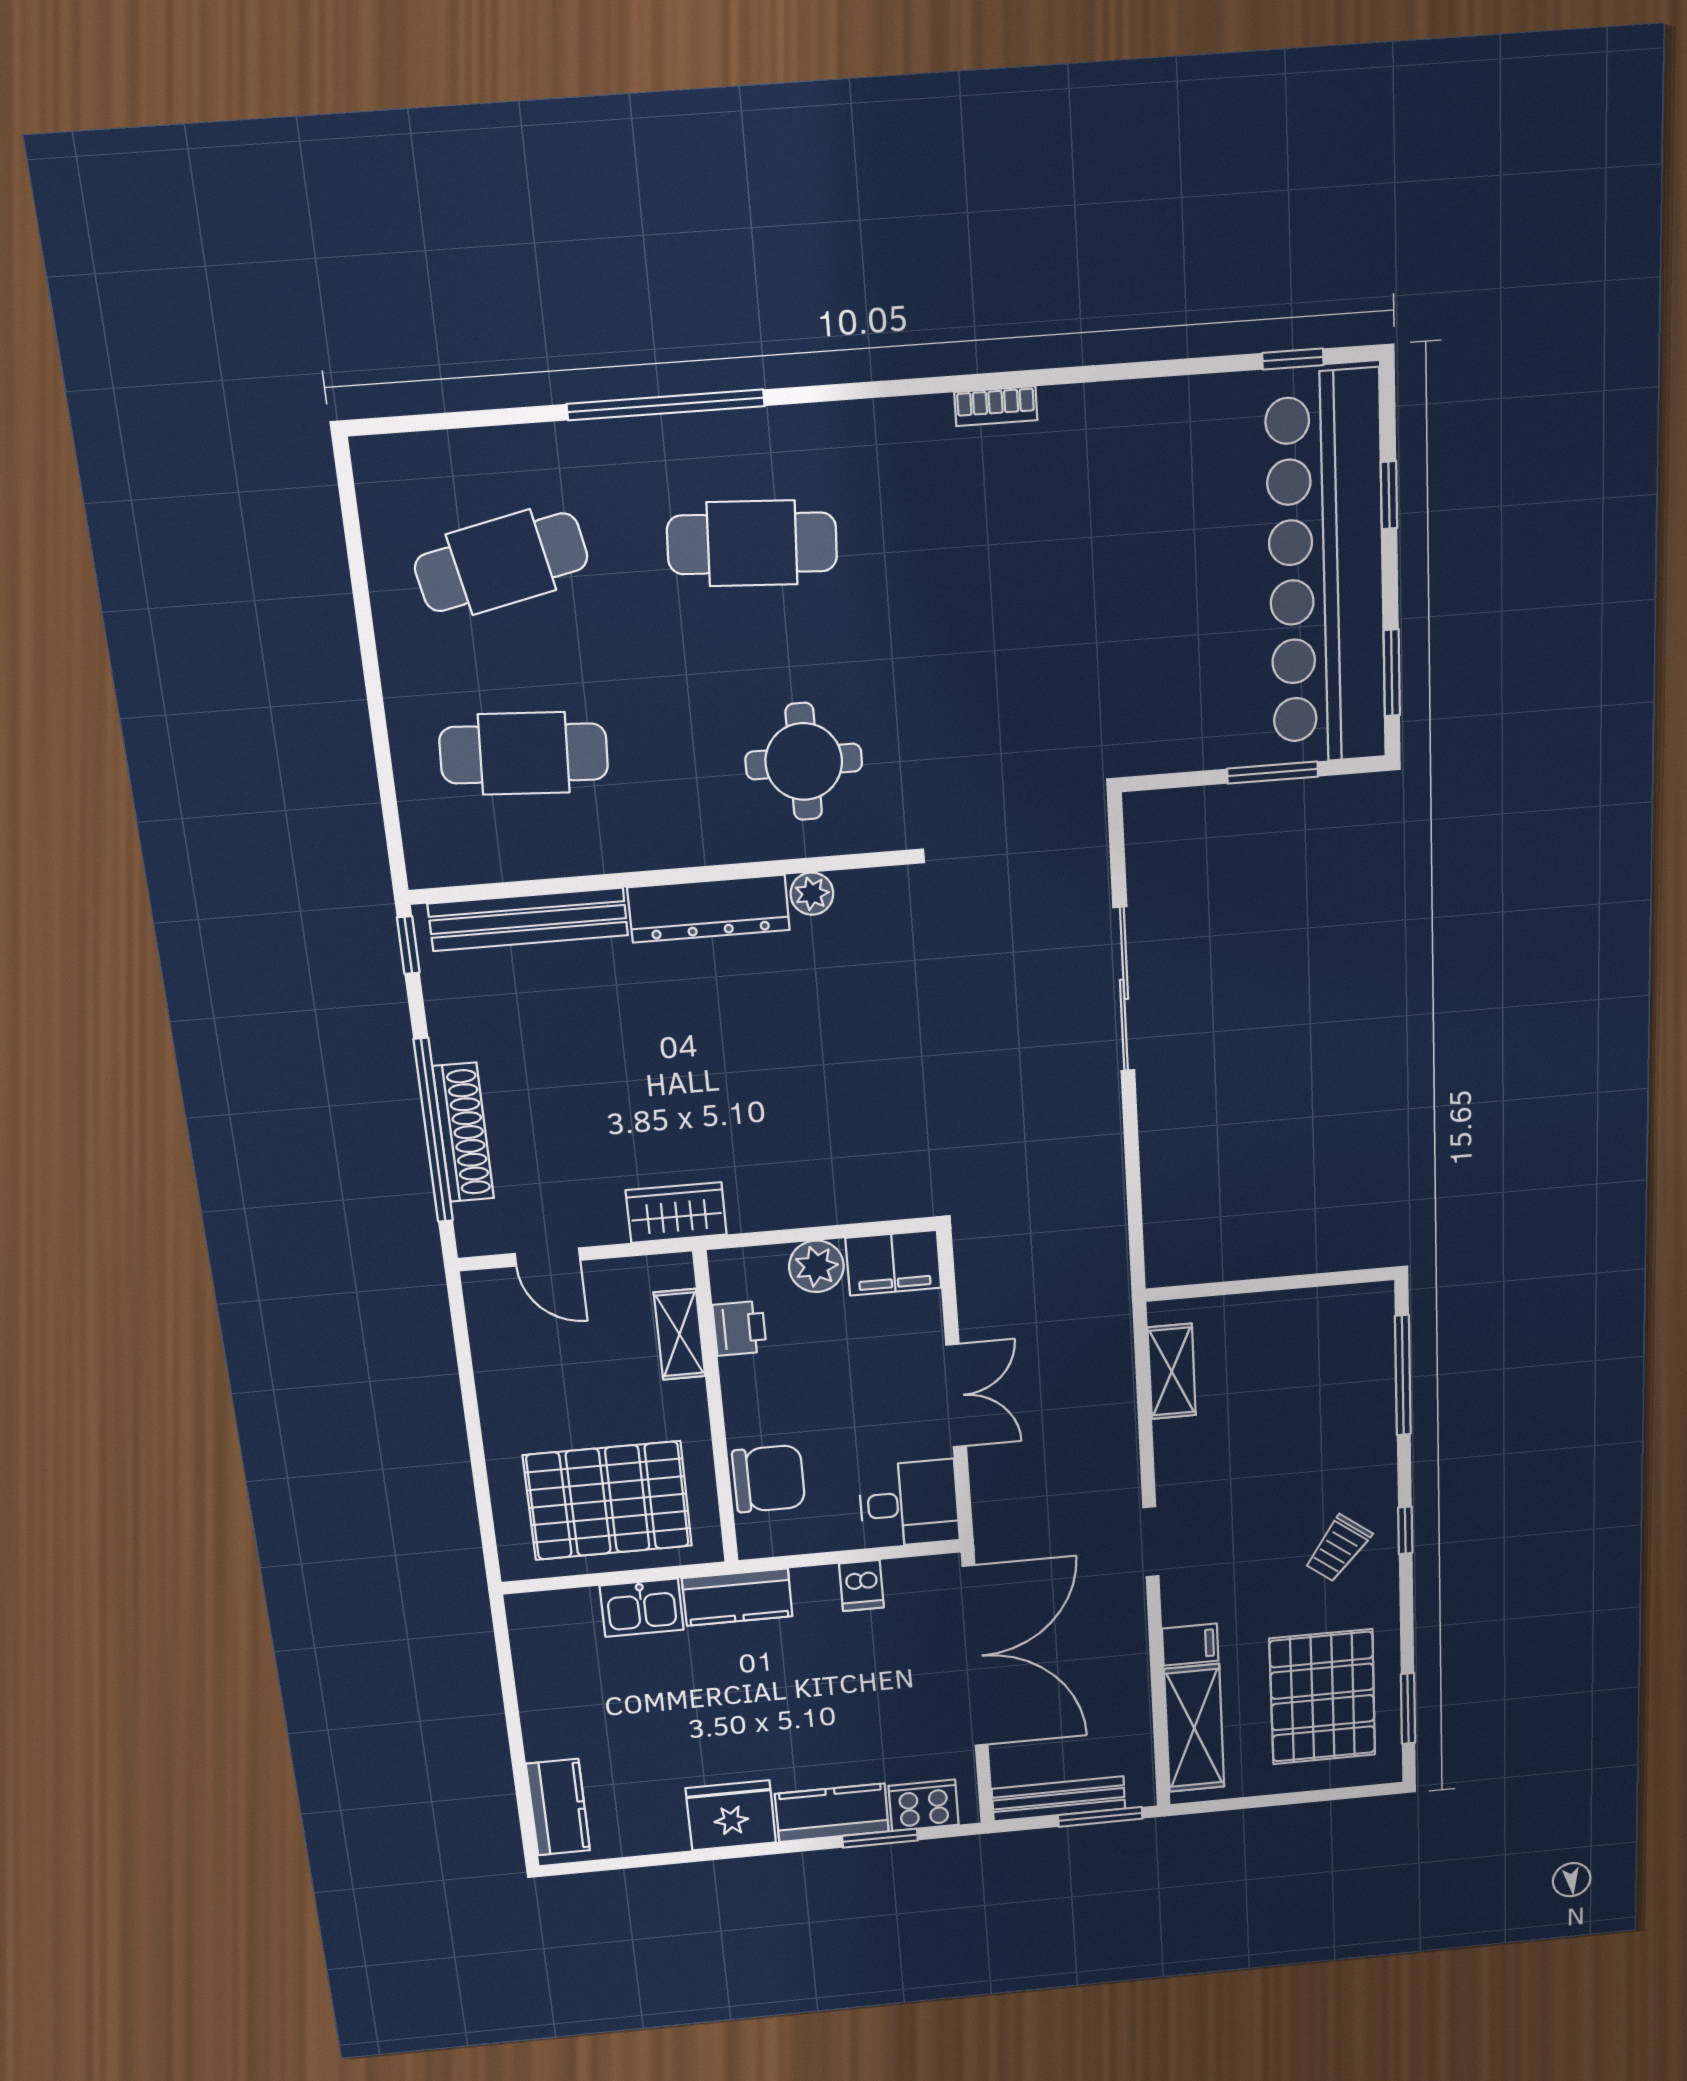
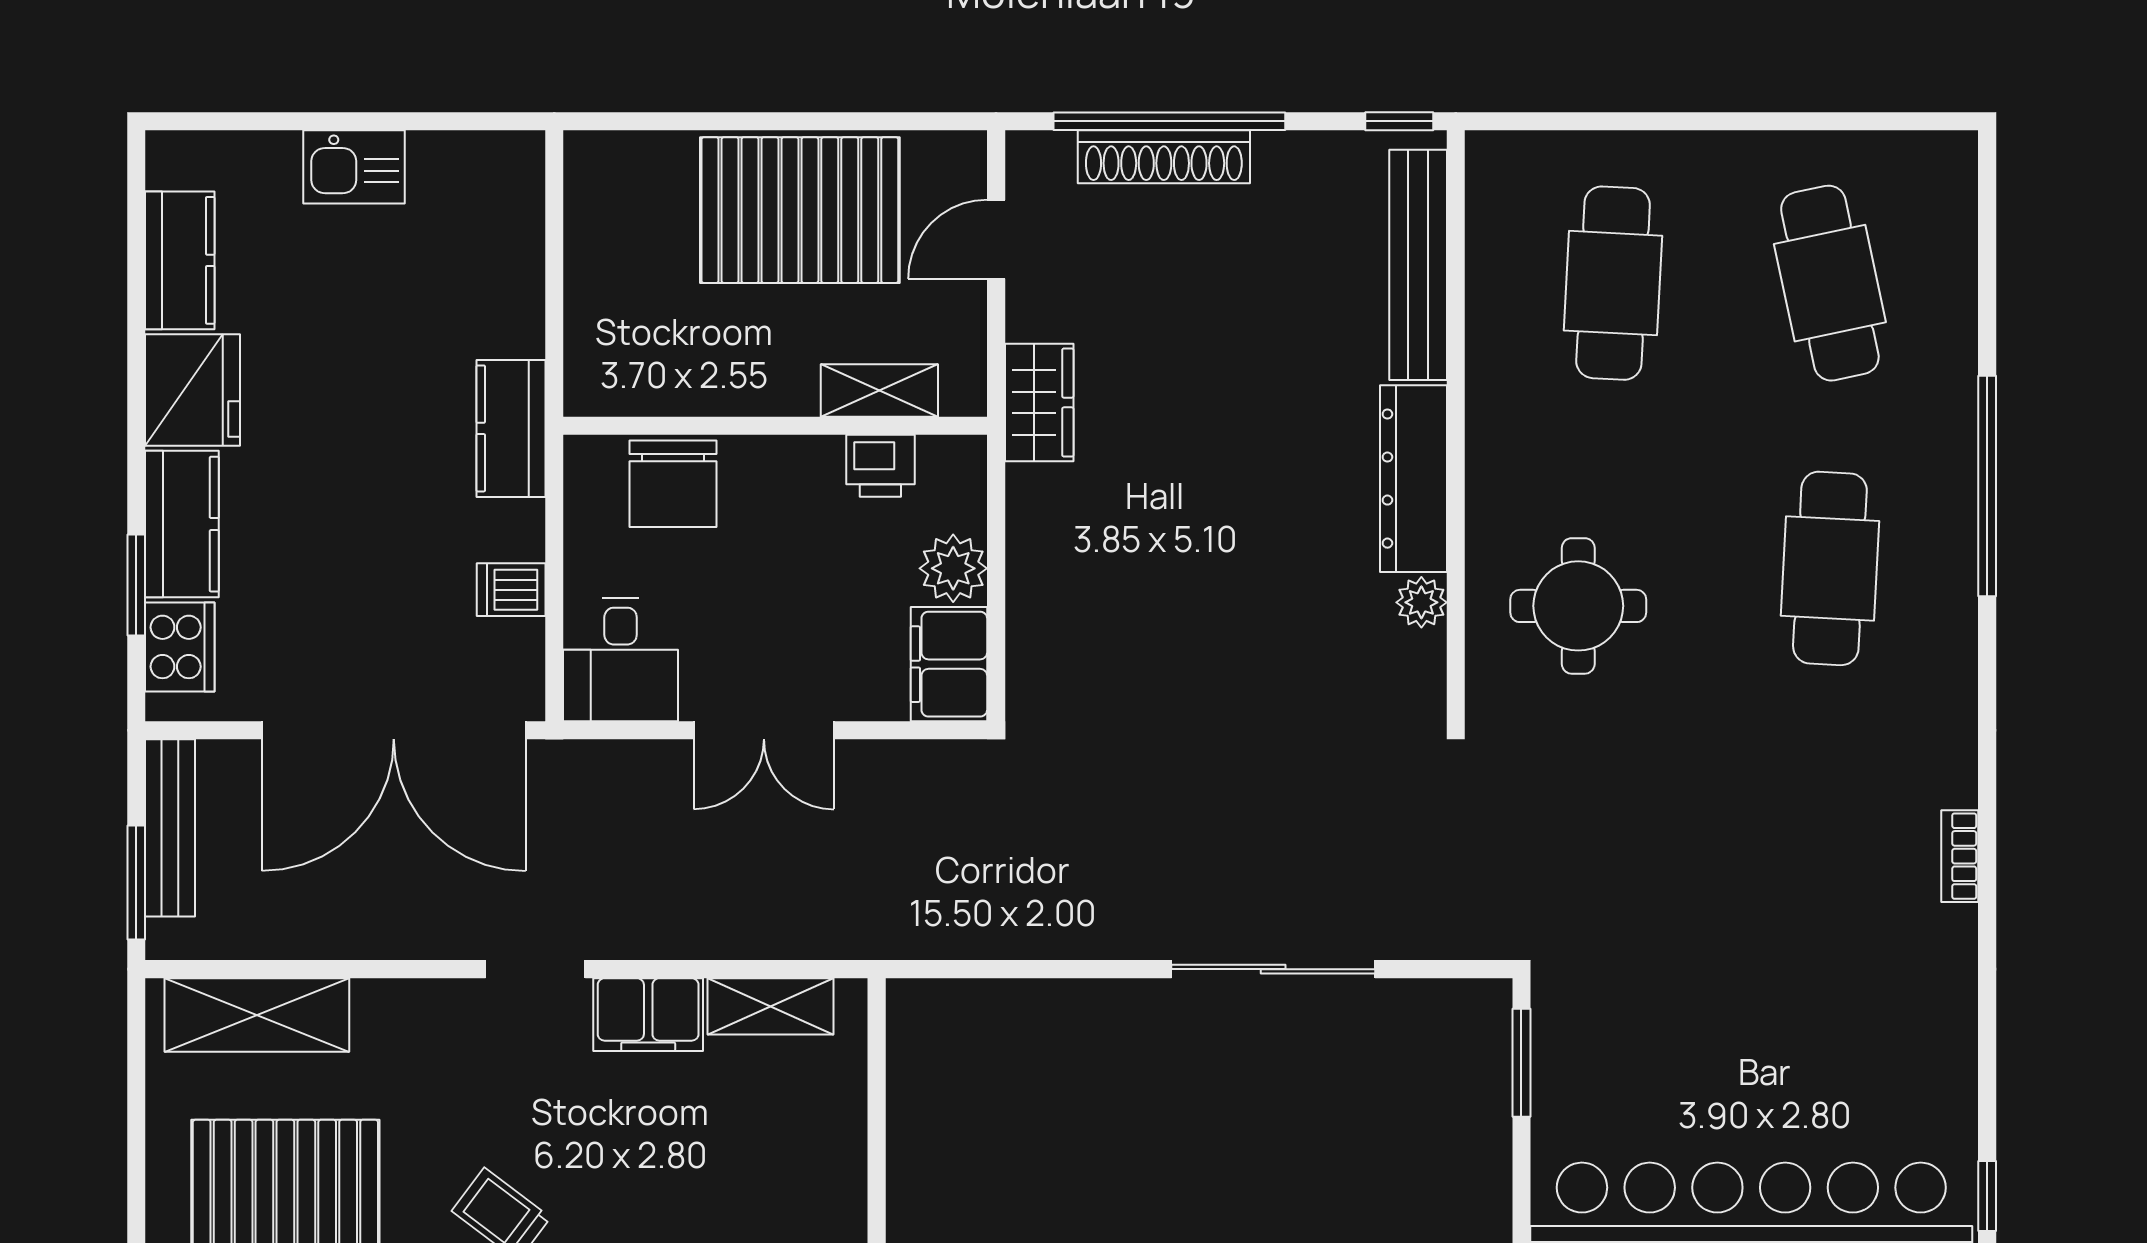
window: (1273, 773) -> (1521, 1063), moved
pallet: (608, 1501) -> (800, 210), moved, turned 90
kitchen sink: (642, 1608) -> (354, 167), moved, turned -90
filing cabinet: (1190, 1645) -> (648, 1015), moved, width x2.00
kitchen counter: (558, 1807) -> (180, 260), moved, turned -90

